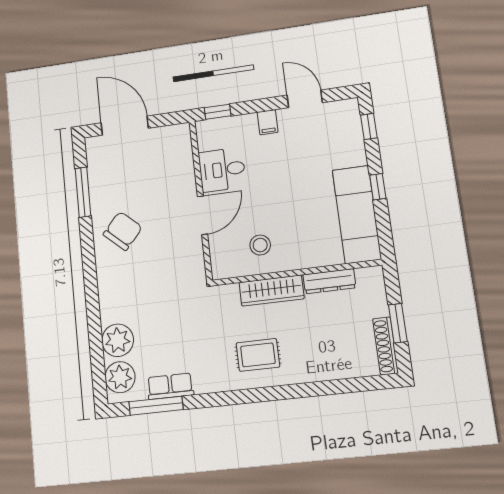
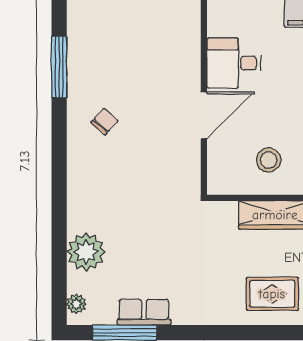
chair: (123, 231) -> (104, 122), width x0.54, depth x0.54
rug: (258, 355) -> (272, 294), moved
plant: (120, 377) -> (76, 304), width x0.53, depth x0.53

